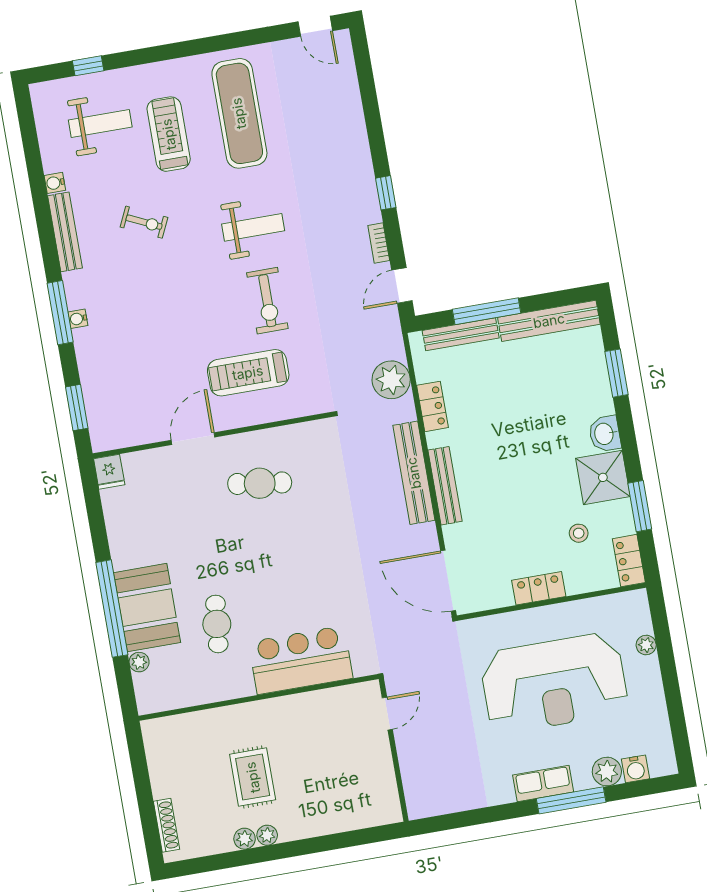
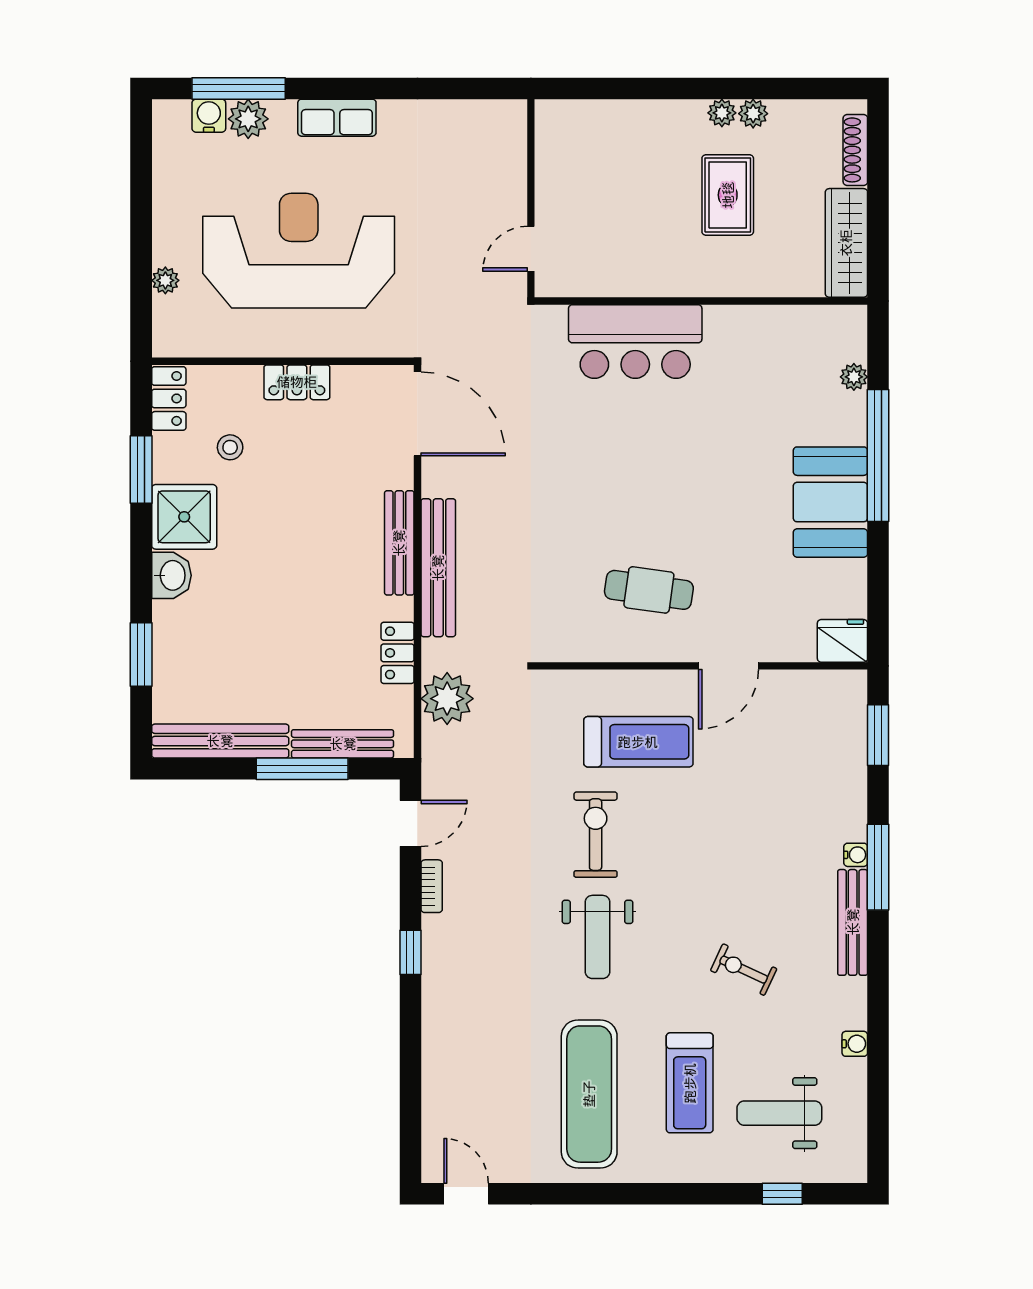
weight bench: (253, 227) -> (598, 937), turned -90
bench: (65, 232) -> (853, 922), moved
fridge: (109, 472) -> (842, 641), width x1.38
booth: (147, 608) -> (830, 502), moved
cafe table: (217, 624) -> (740, 410), removed
wardrobe: (161, 757) -> (846, 243), added
window: (571, 800) -> (239, 88), moved

